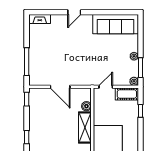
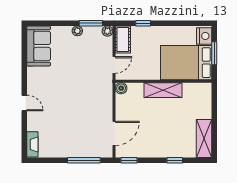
sofa: (116, 24) -> (39, 46), width x0.73
door: (60, 87) -> (114, 133), moved
door: (106, 87) -> (114, 65), swing flipped
boiler: (86, 106) -> (121, 88), moved

